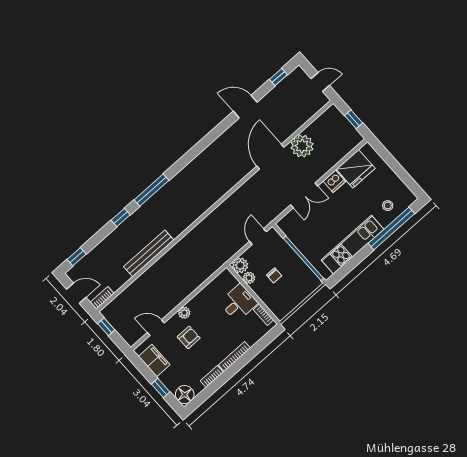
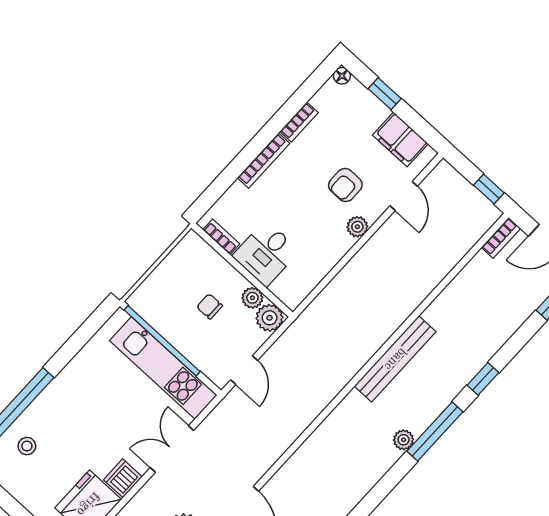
plant: (170, 187) -> (404, 440), added
kitchen unit: (352, 245) -> (163, 368), moved, turned 90
bench: (149, 253) -> (395, 359), moved
door: (156, 328) -> (404, 196), hinge flipped
floor lamp: (185, 395) -> (342, 76), width x0.53, depth x0.53

